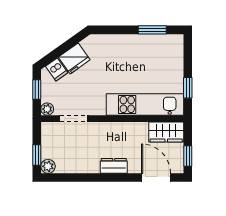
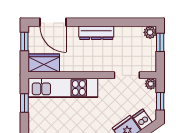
dresser: (114, 166) -> (96, 33), width x1.44

